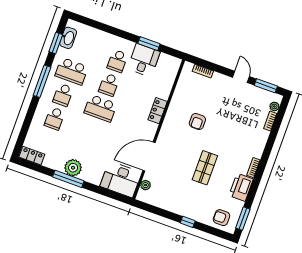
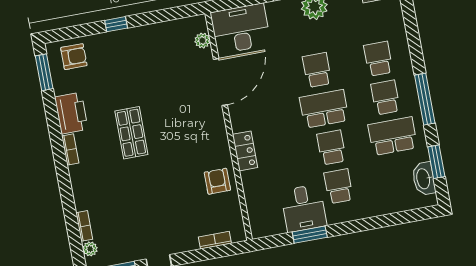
armchair: (197, 121) -> (217, 181), moved
school desk: (92, 132) -> (317, 70), added
shop shelf: (205, 168) -> (131, 133), moved

